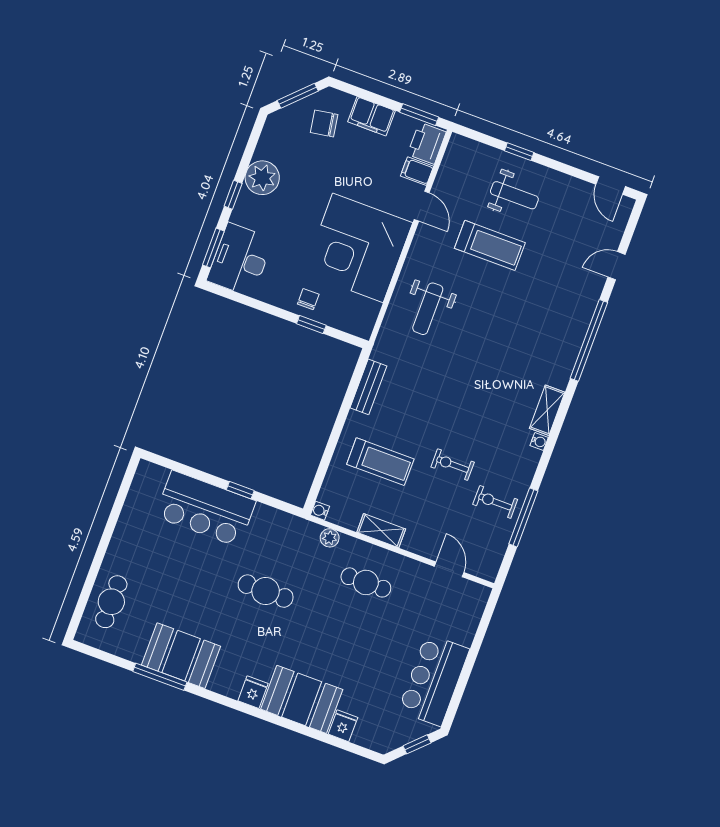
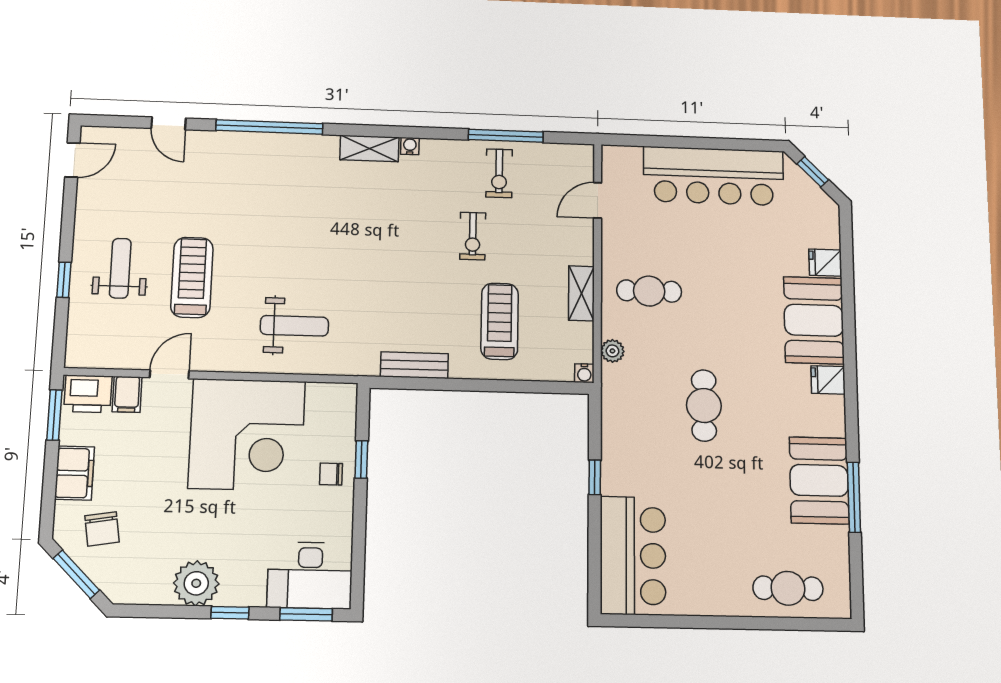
bar counter: (205, 509) -> (633, 555), moved
cafe table: (366, 582) -> (649, 291), turned 90
bar counter: (434, 680) -> (714, 176), width x1.36

